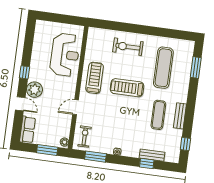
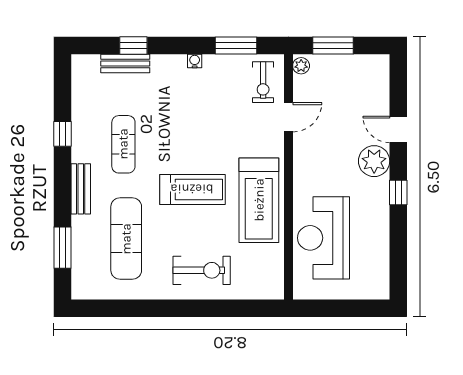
treadmill: (95, 78) -> (259, 200), width x1.37, depth x1.38
door: (76, 107) -> (288, 117), moved
bench: (180, 116) -> (81, 189), moved
row of seats: (28, 130) -> (377, 80), removed
window: (185, 144) -> (62, 134), moved

